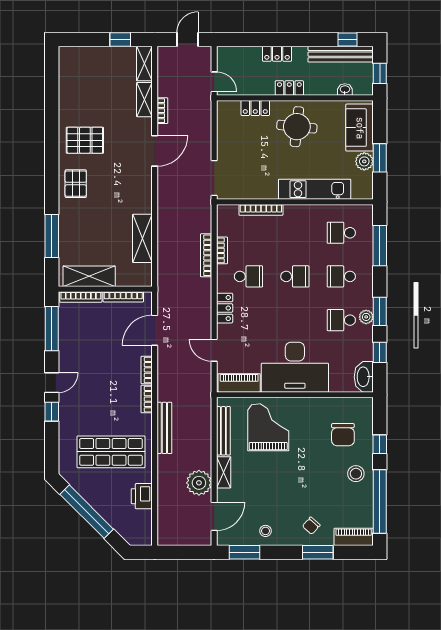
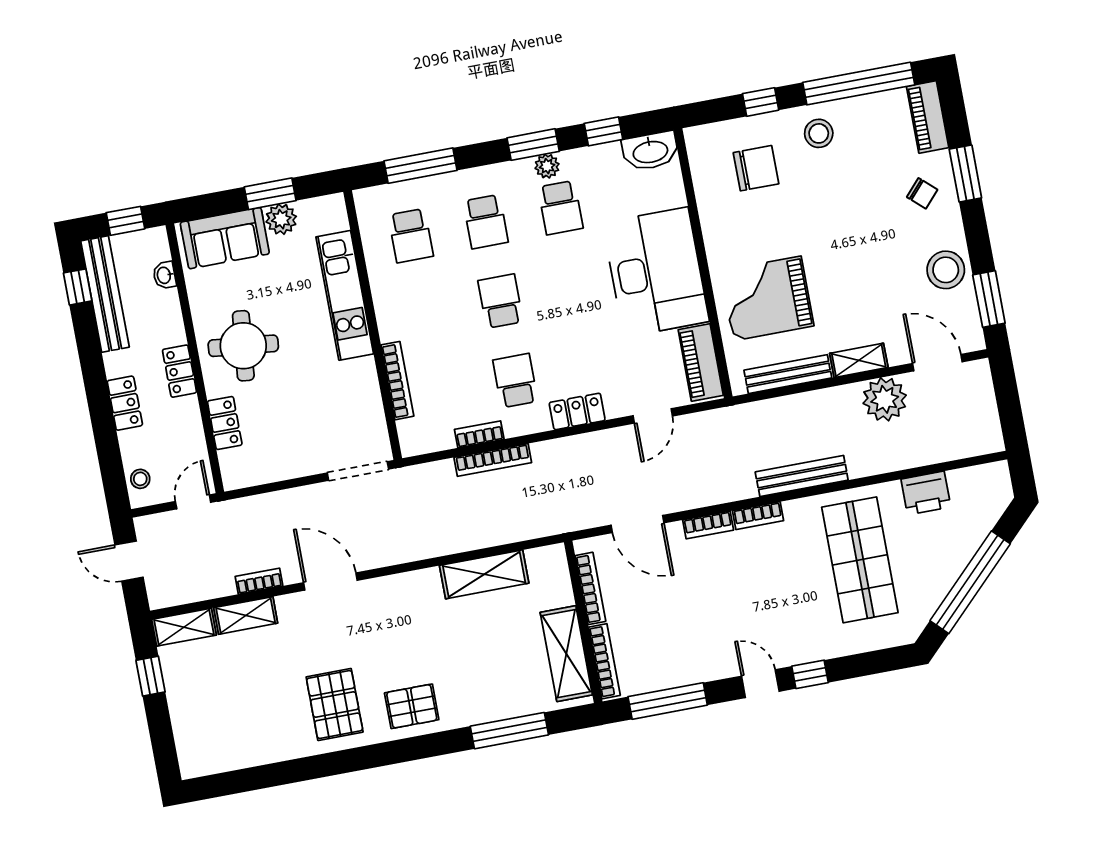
stool: (233, 54) -> (140, 479), added
stool: (266, 531) -> (946, 270), width x1.89, depth x1.89

